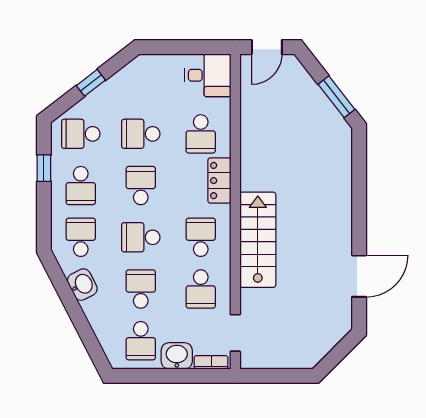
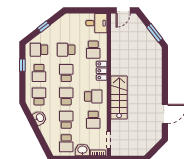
school desk: (141, 237) -> (66, 96), turned 90
school desk: (201, 237) -> (93, 96), turned 90

